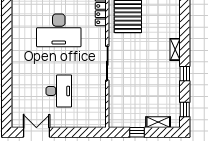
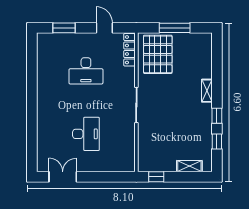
desk: (59, 30) -> (86, 71), width x0.73, depth x0.77
window: (185, 109) -> (217, 142), moved
window: (137, 132) -> (156, 177), moved

